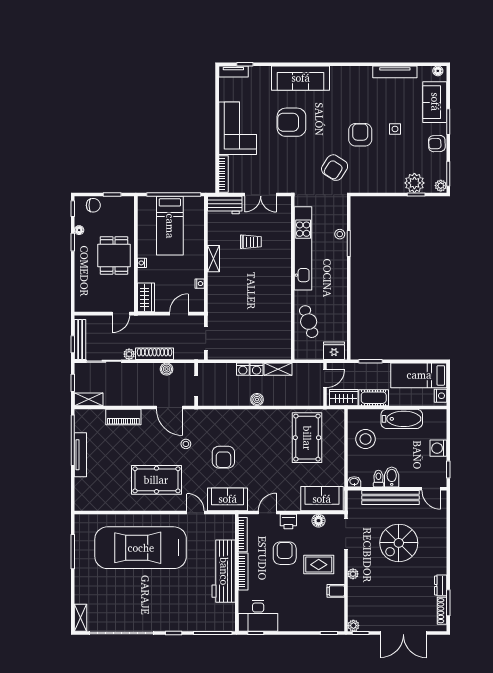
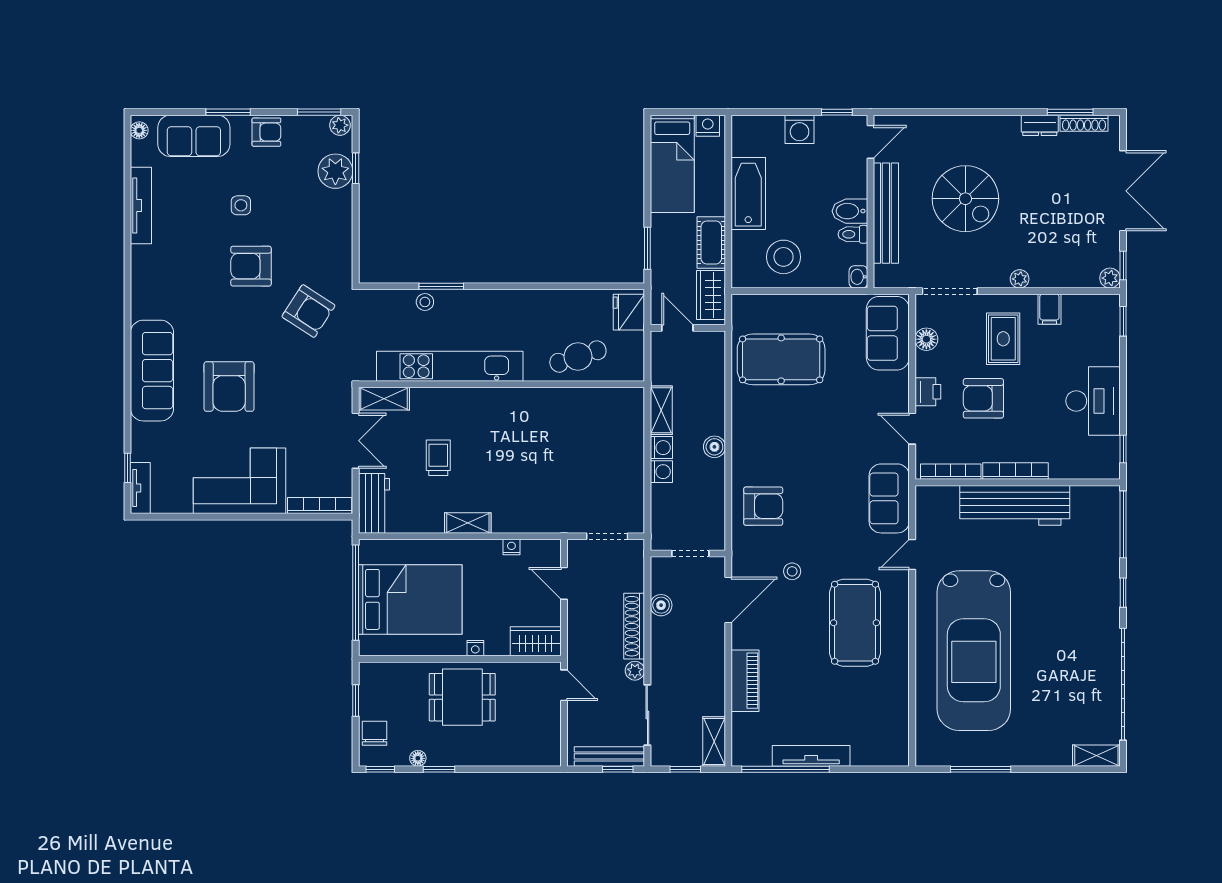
armchair: (437, 144) -> (266, 132), turned -88
shelving: (285, 211) -> (384, 399), added
bed: (170, 226) -> (410, 599), width x1.50
armchair: (223, 457) -> (763, 506), moved
desk: (258, 616) -> (1093, 401), moved

